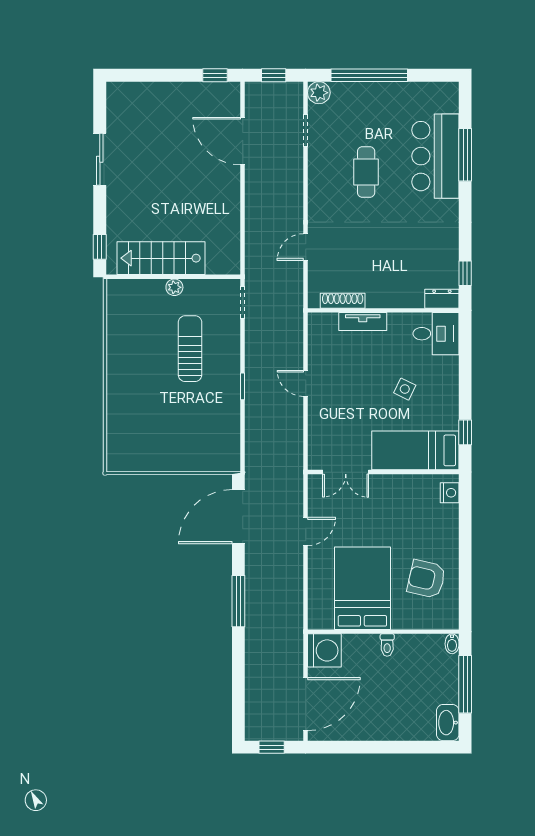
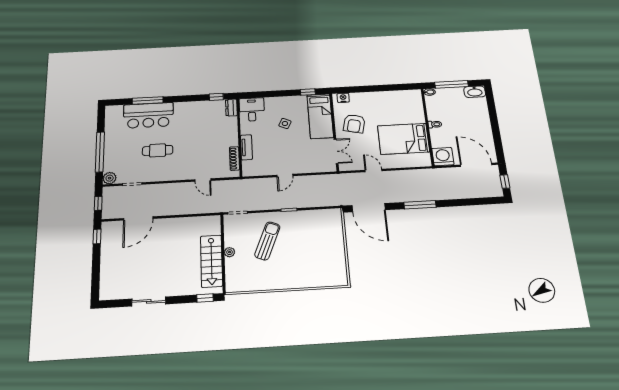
sun lounger: (190, 349) -> (267, 241), turned 112
armchair: (426, 579) -> (354, 124), moved

